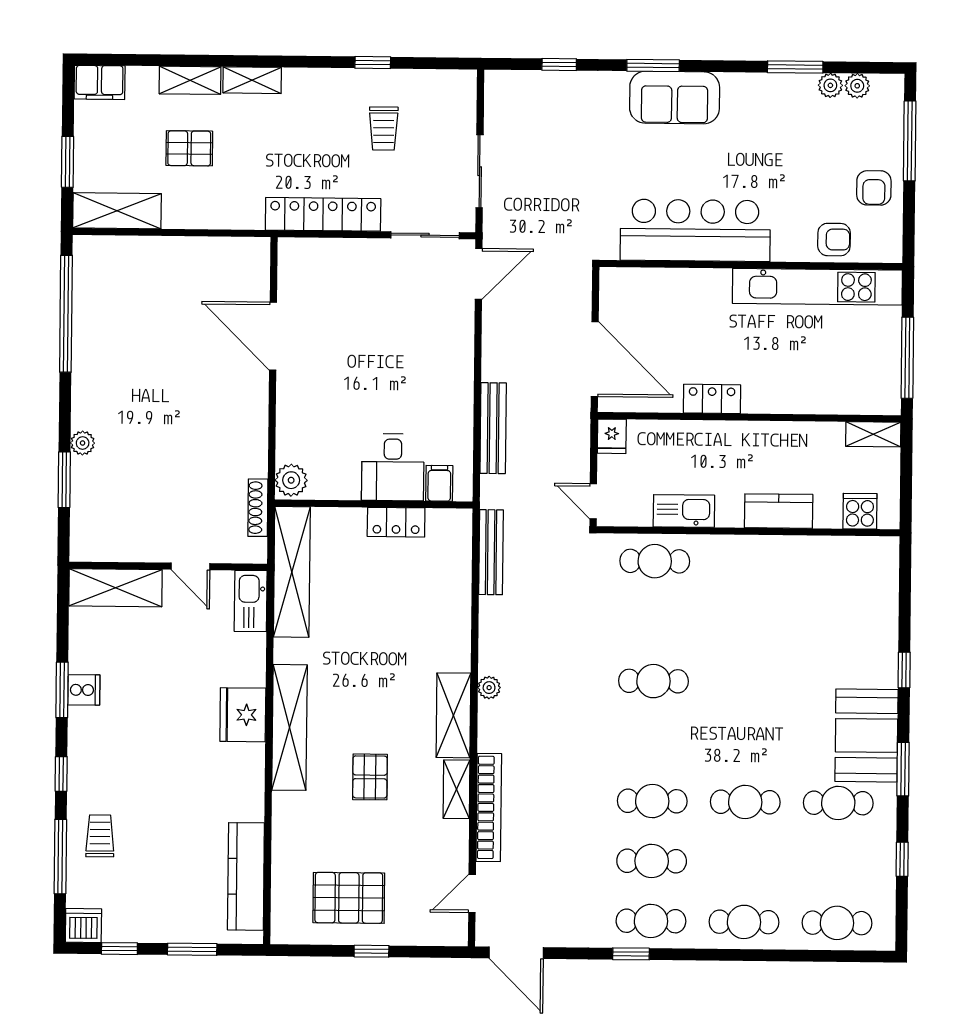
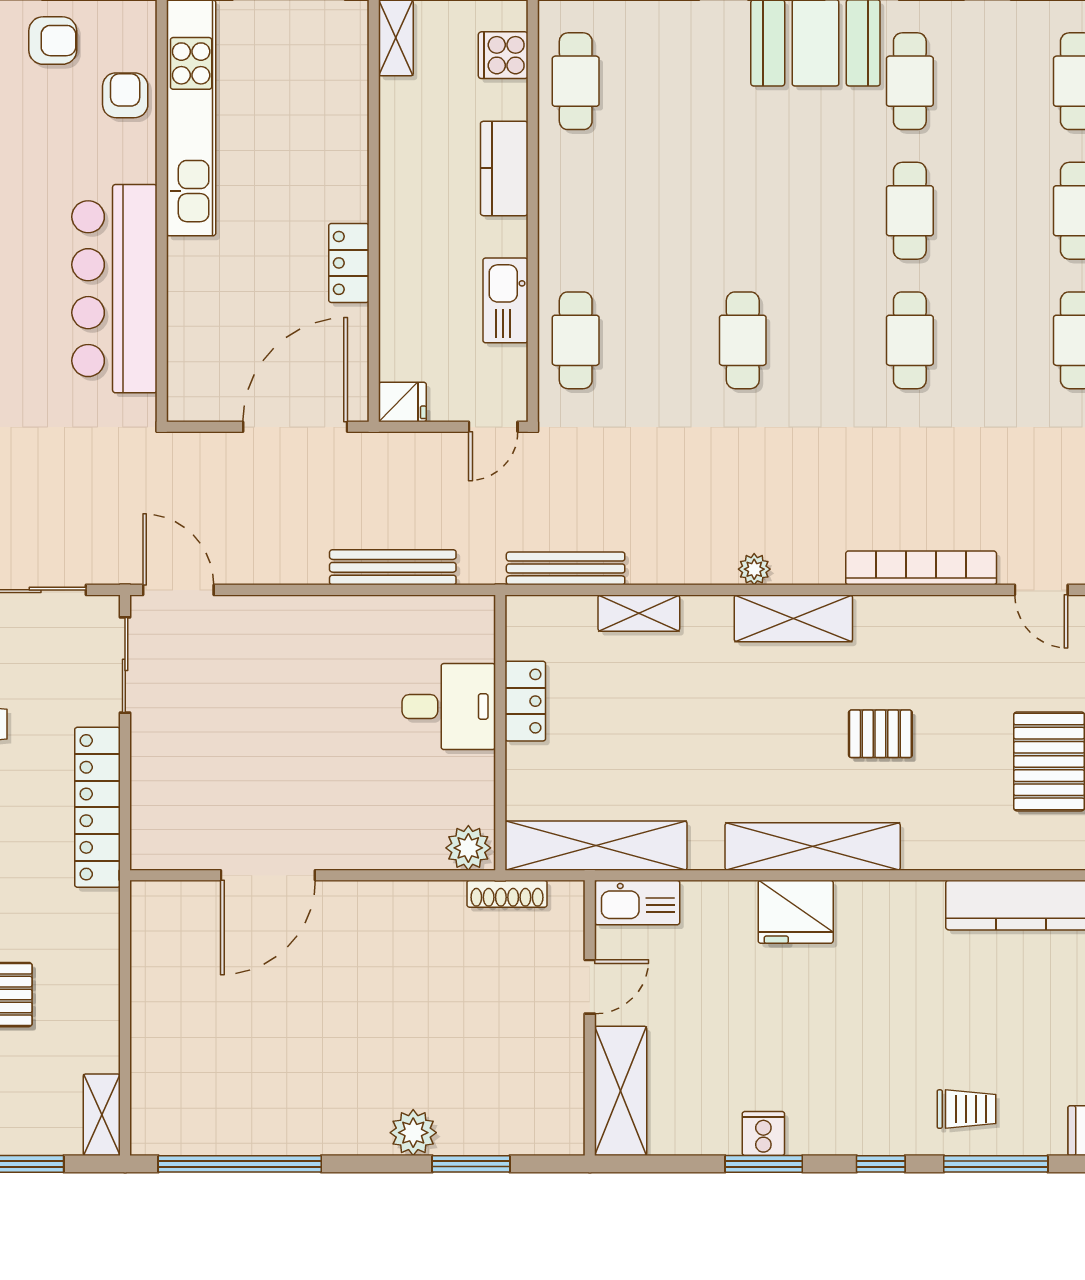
shelving: (117, 211) -> (102, 1115), width x0.67, depth x0.75
plant: (83, 443) -> (413, 1133), width x1.38, depth x1.38
filing cabinet: (439, 483) -> (470, 641), removed
shelving: (456, 789) -> (639, 613), moved
trolley: (100, 836) -> (966, 1109), turned 180
cafe table: (652, 861) -> (576, 81), moved

